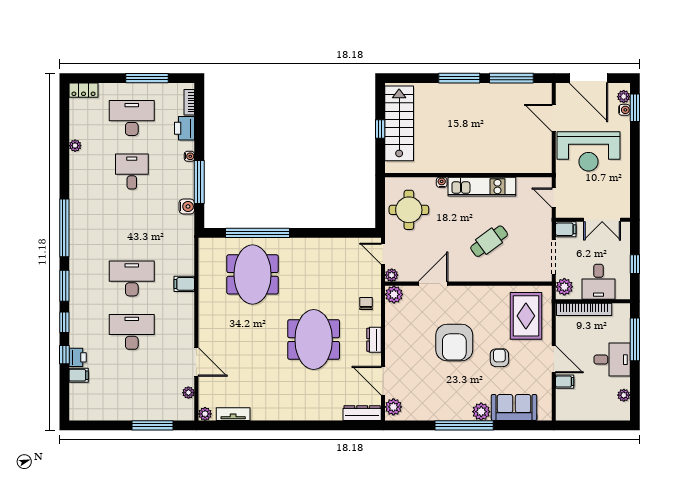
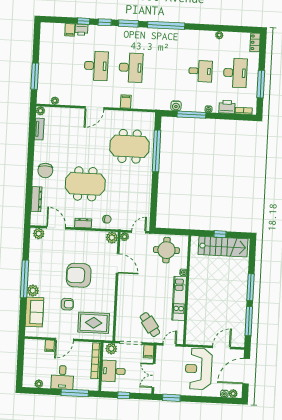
window: (635, 108) -> (171, 398), moved
cafe table: (489, 241) -> (150, 325), moved
door: (196, 362) -> (94, 108), moved
door: (383, 381) -> (56, 228), hinge flipped
chair: (296, 402) -> (45, 171), added
dresser: (362, 413) -> (36, 199), moved

